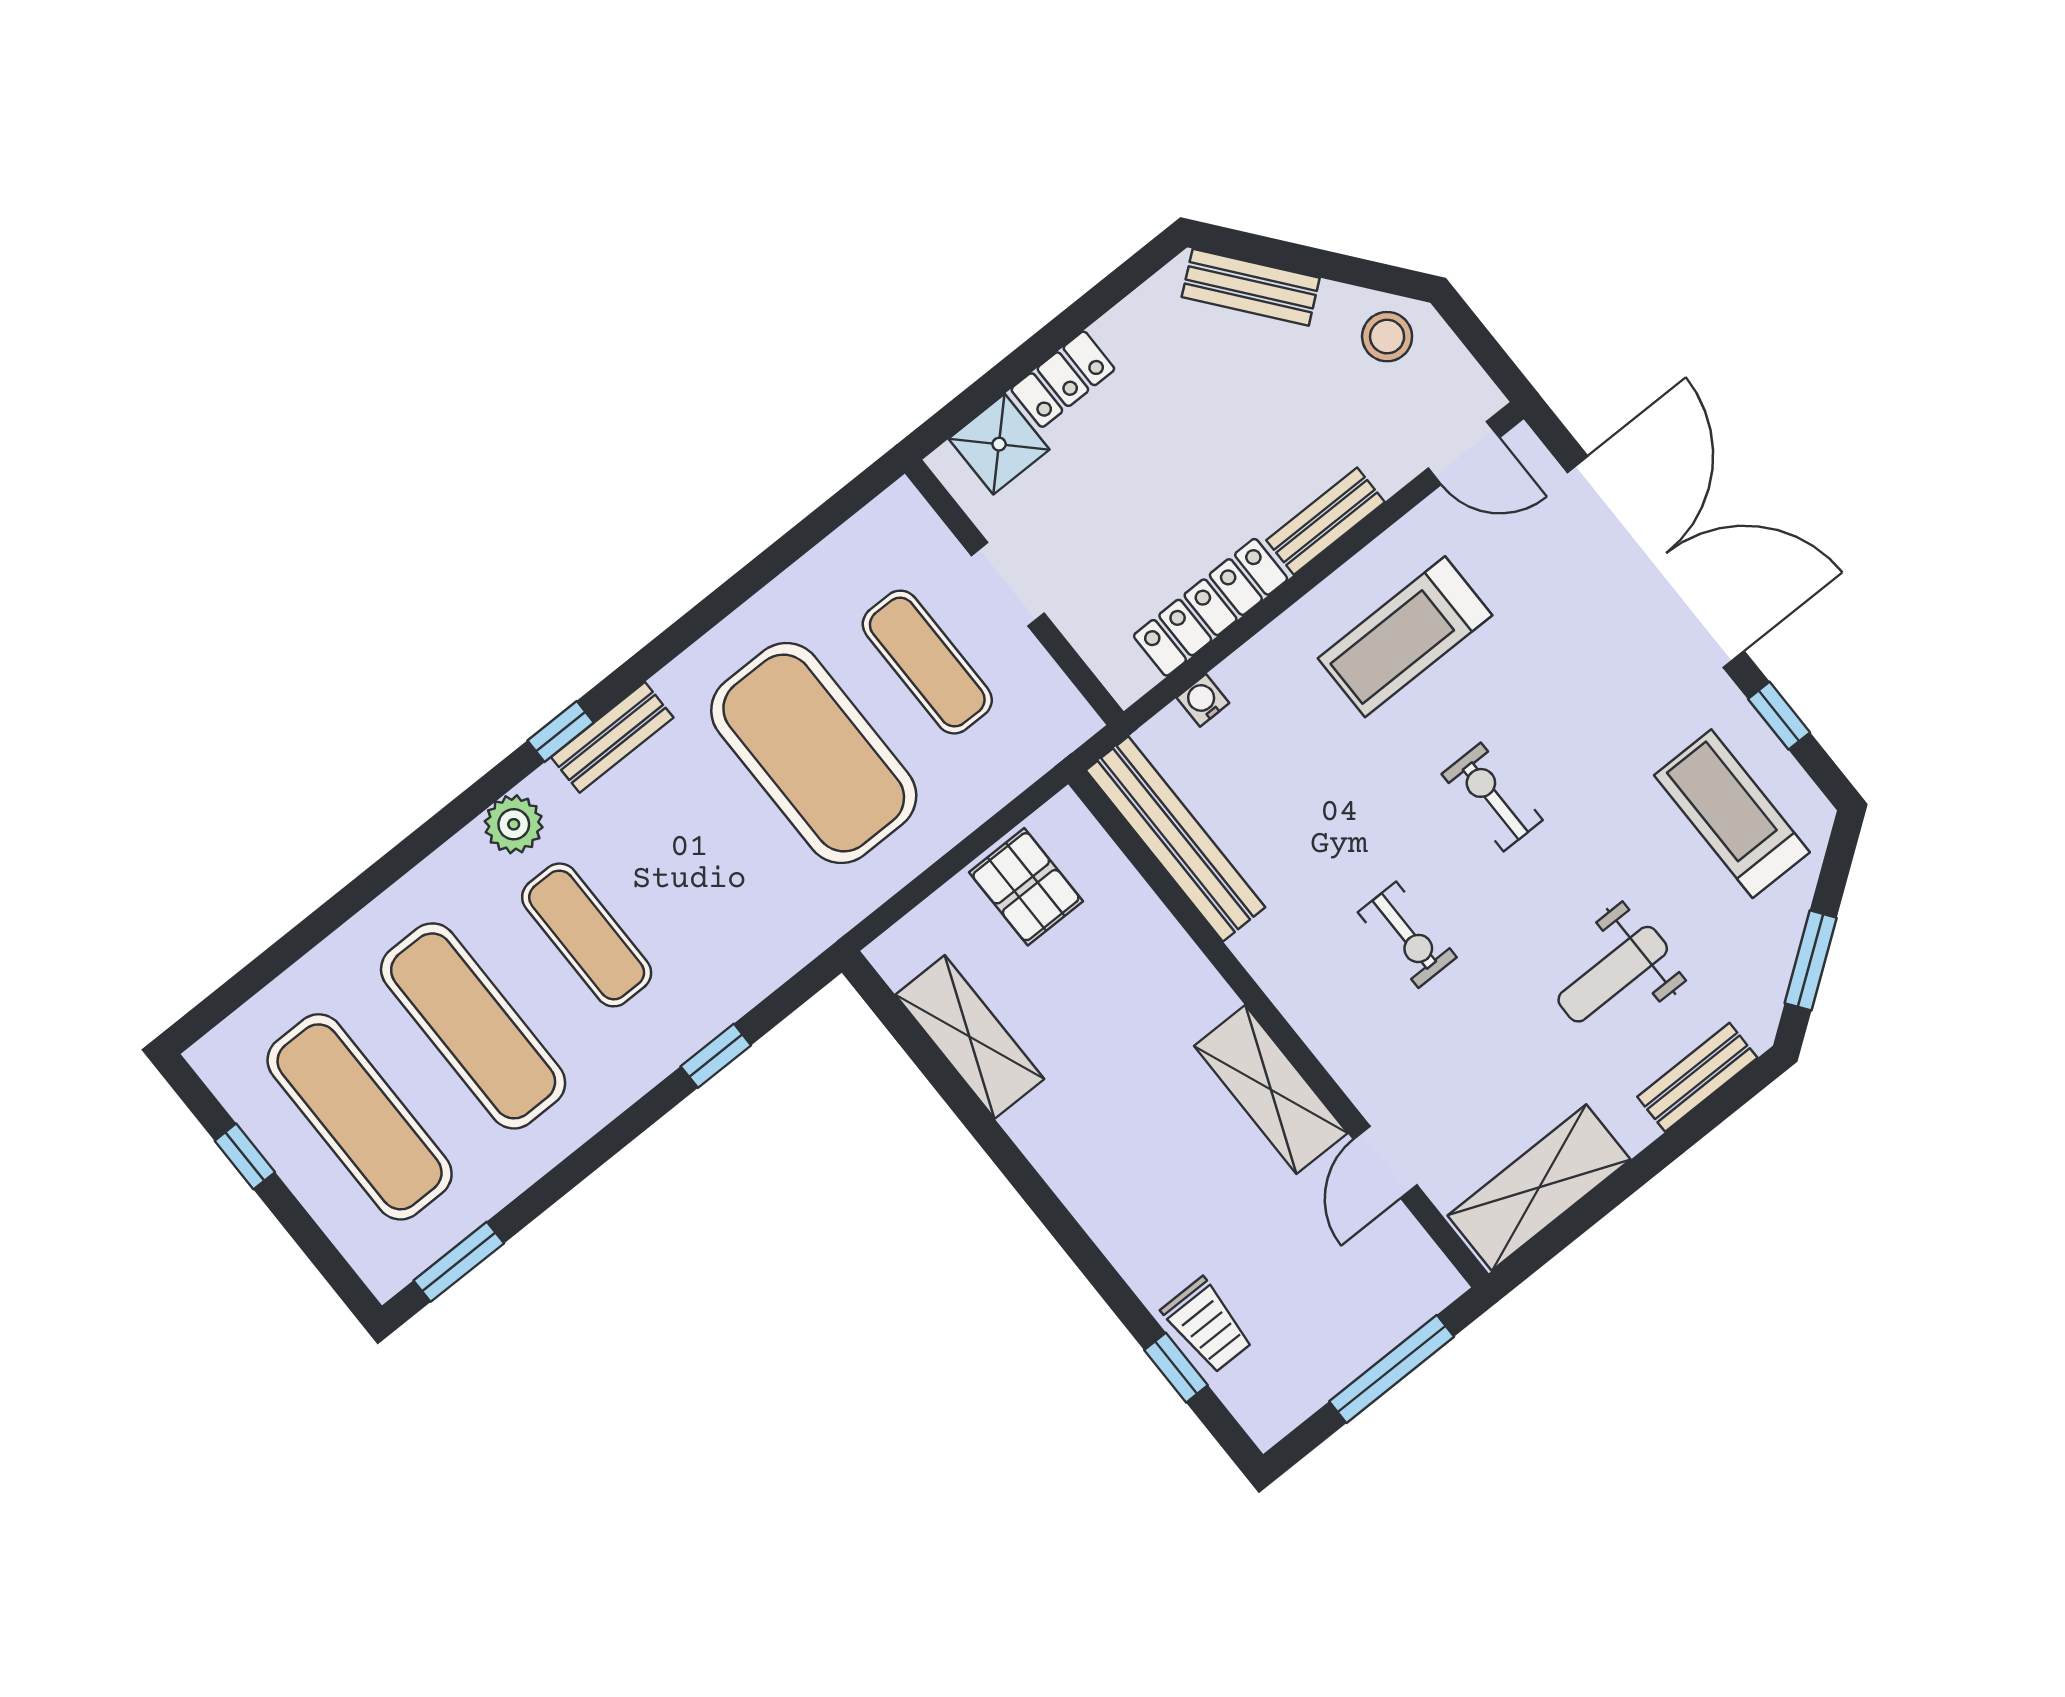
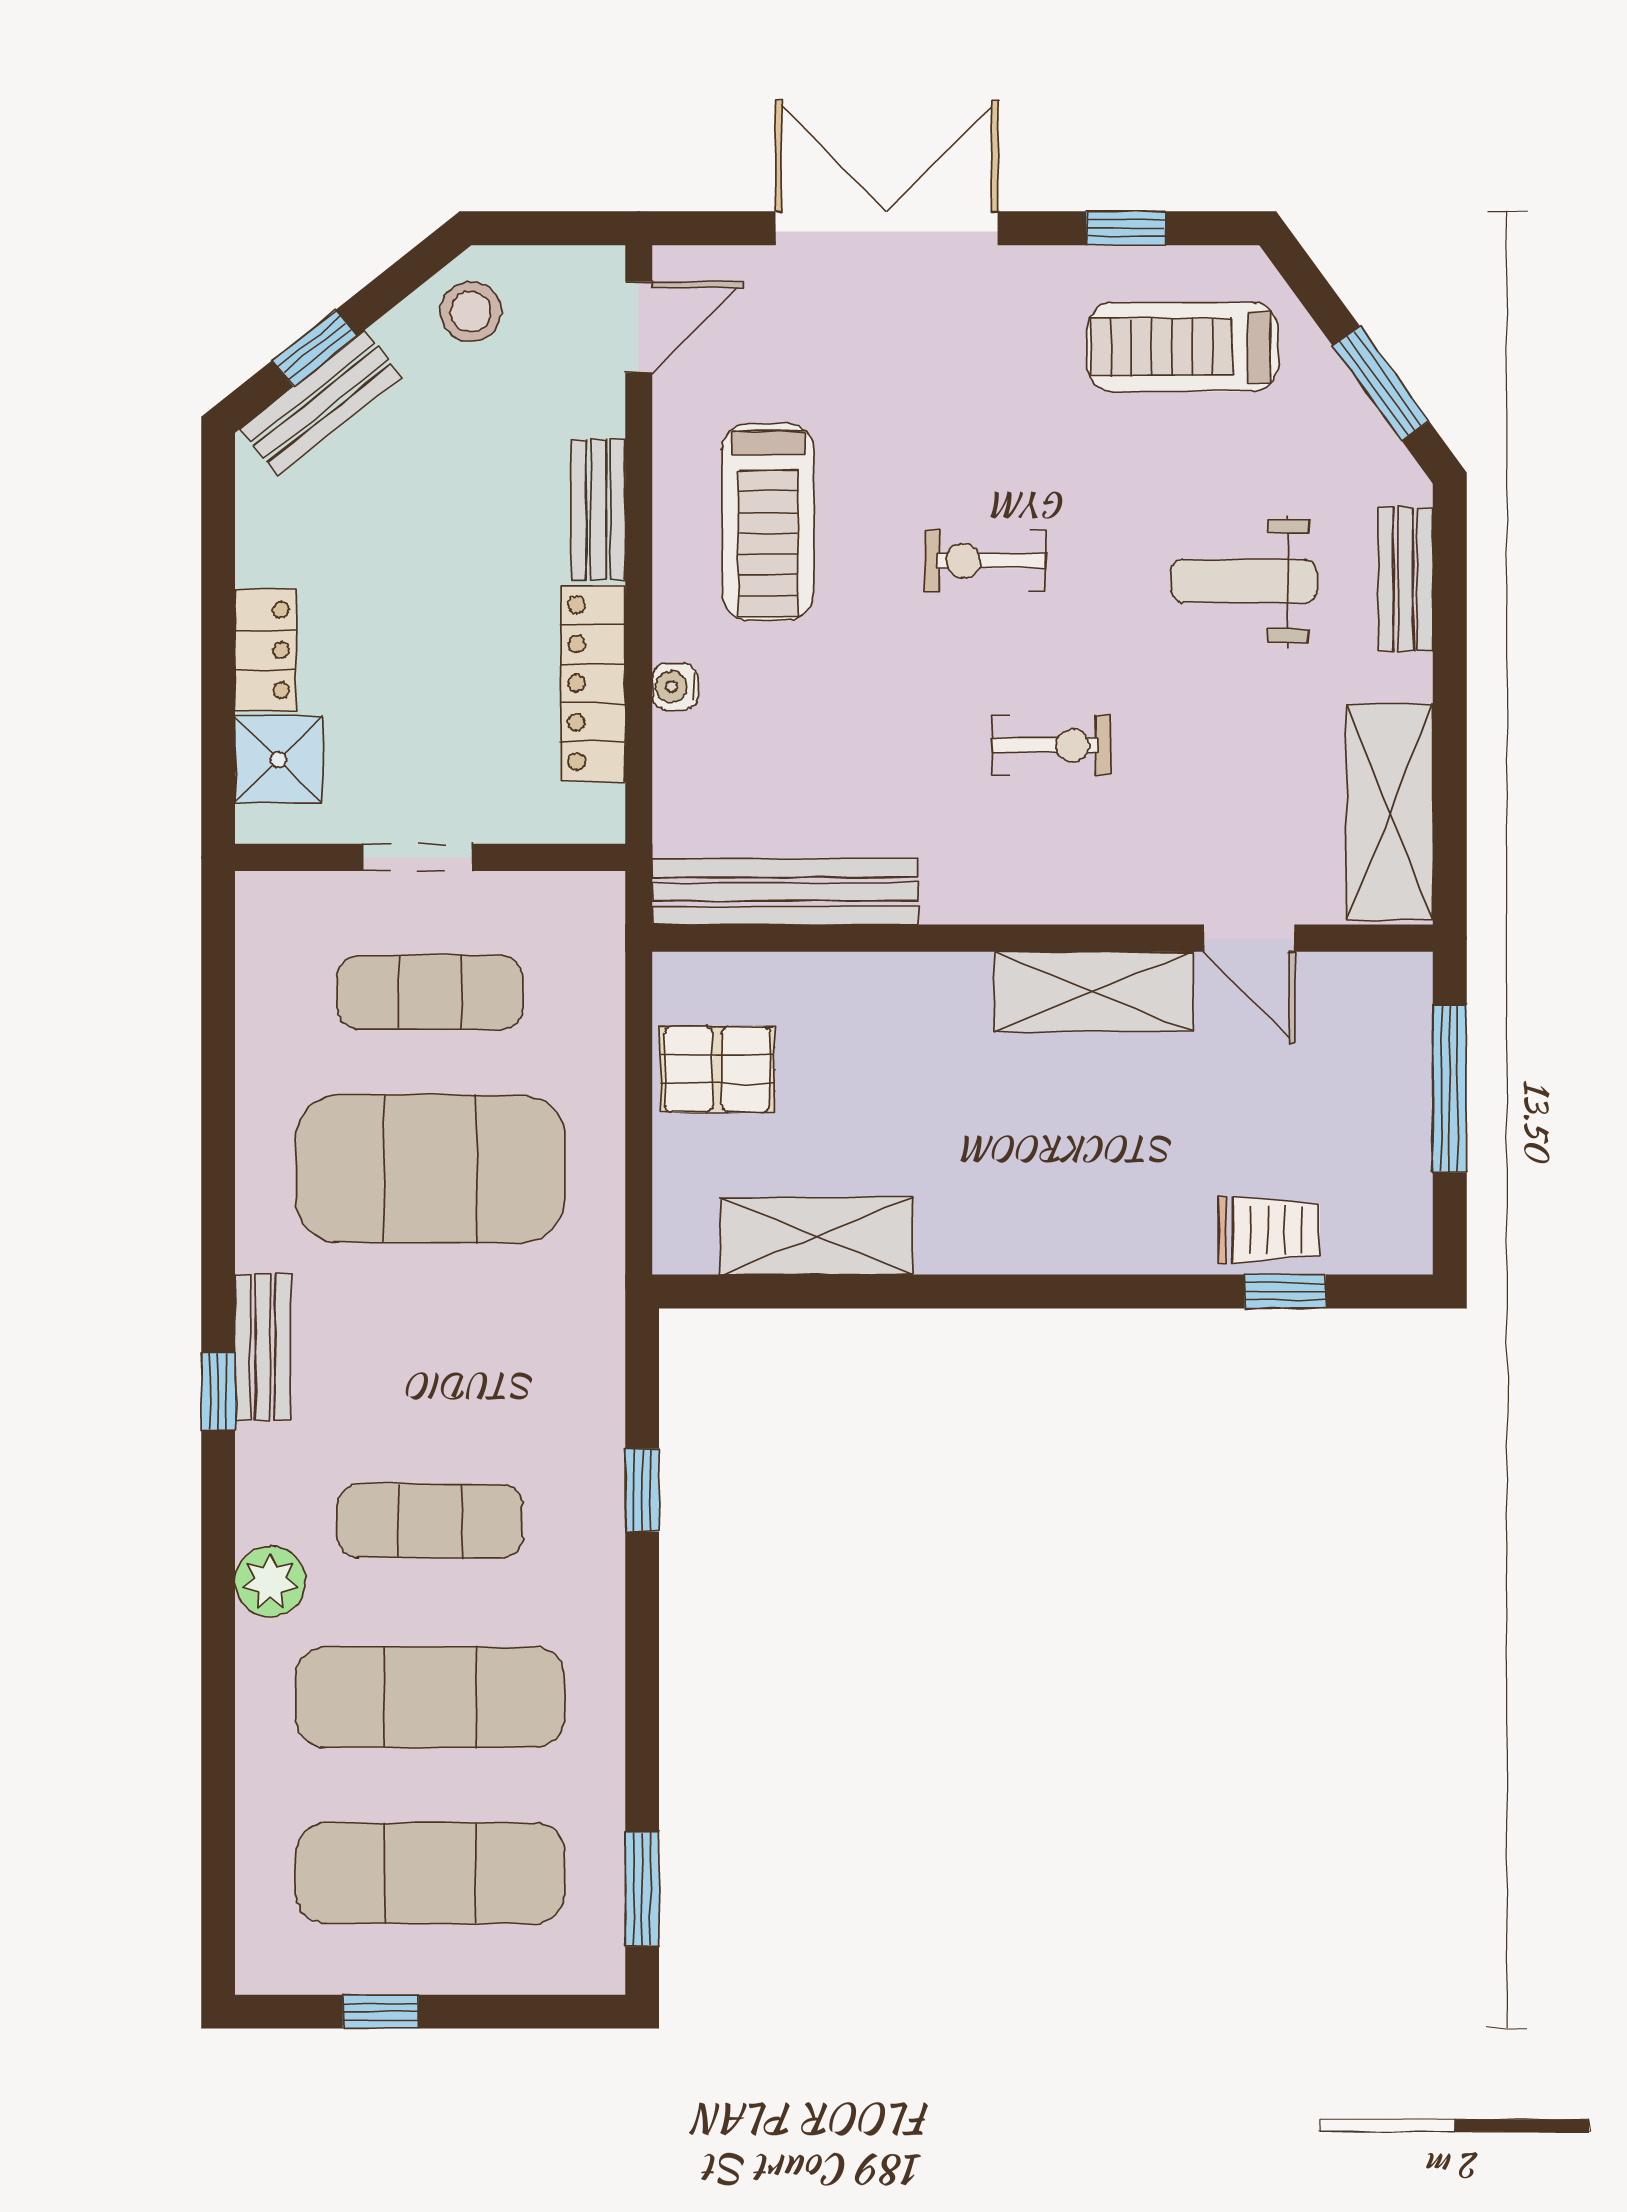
window: (1283, 255) -> (315, 348), added
double door: (1656, 562) -> (887, 228), width x0.73
water cooler: (1203, 700) -> (675, 687), moved
plant: (514, 824) -> (270, 1581), moved
weight bench: (1613, 974) -> (1244, 581), turned 90

